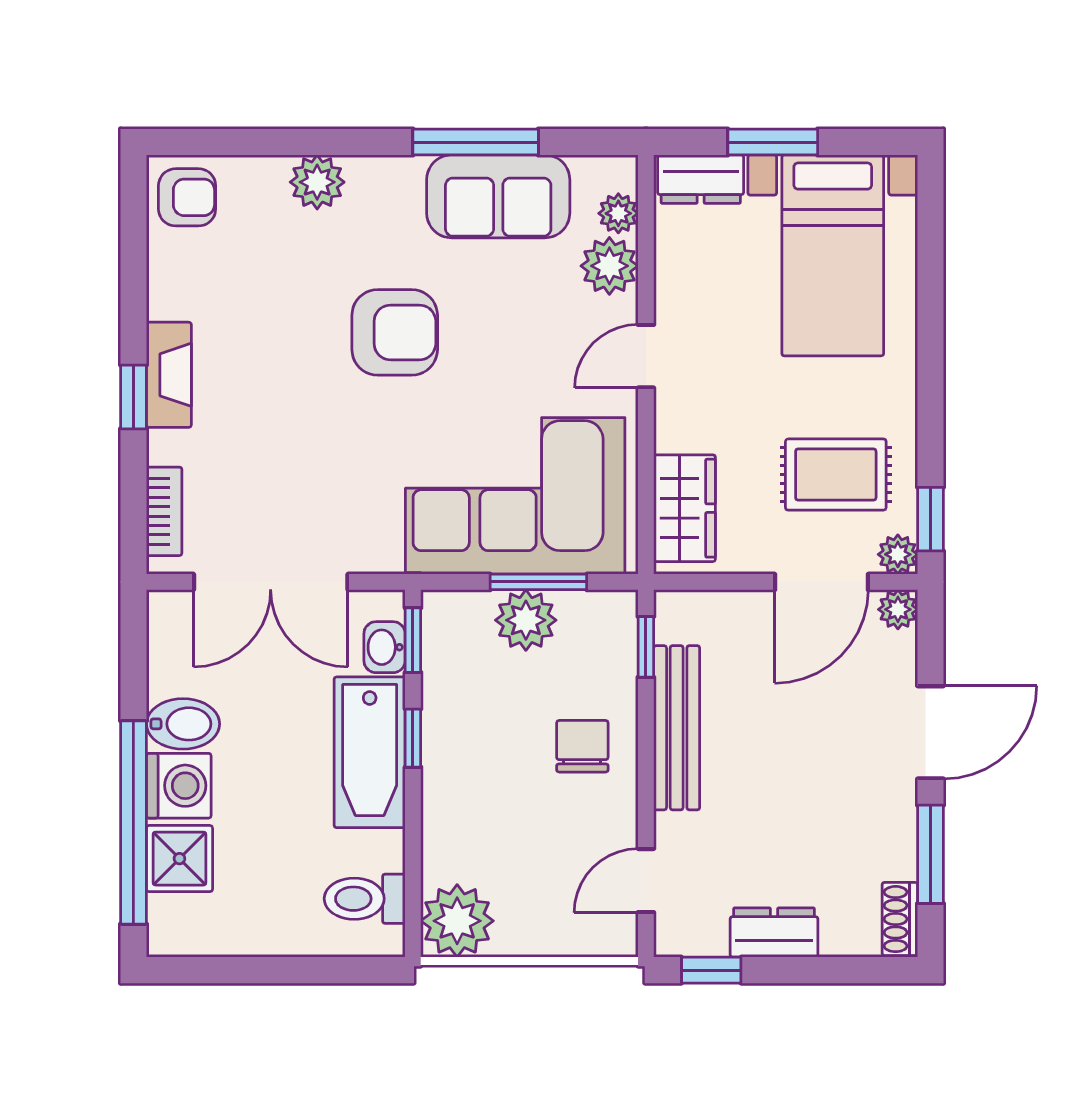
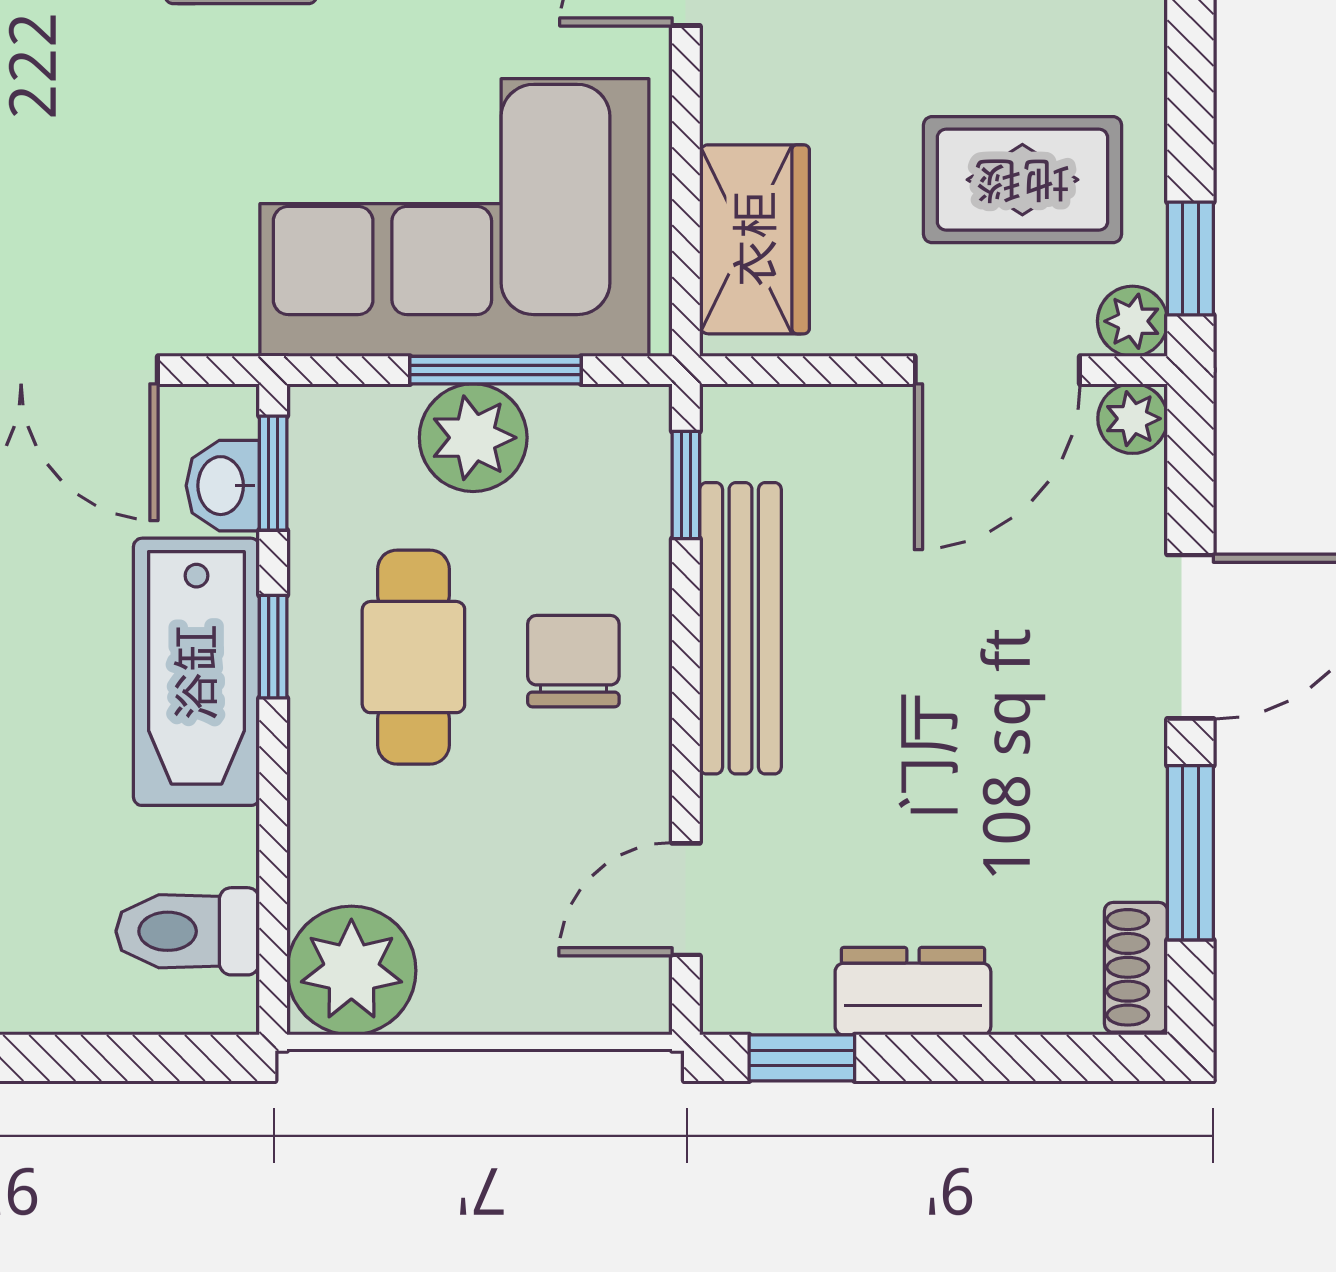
cafe table: (492, 744) -> (413, 657), added

